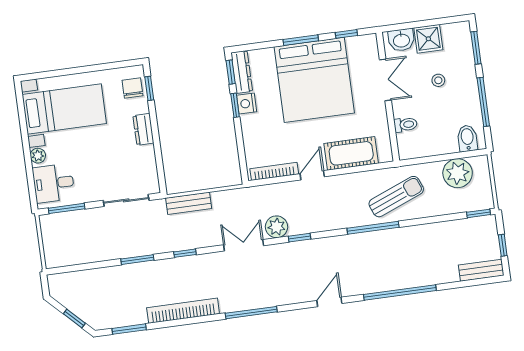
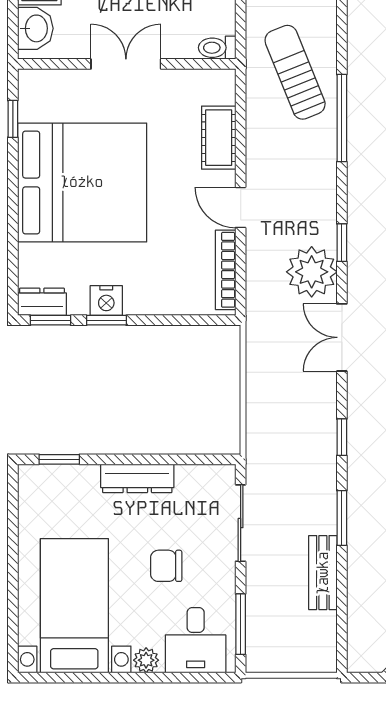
window: (301, 40) -> (13, 196), removed
dresser: (242, 72) -> (42, 302), width x0.70
double door: (385, 80) -> (126, 64), moved
chair: (133, 88) -> (166, 566), moved
toilet: (406, 125) -> (217, 48), moved, turned -90
dresser: (143, 129) -> (137, 478), width x1.44
cot: (351, 153) -> (219, 138), width x0.73, depth x0.75
bench: (189, 203) -> (323, 573), moved
plant: (276, 227) -> (312, 272), width x1.36, depth x1.36

